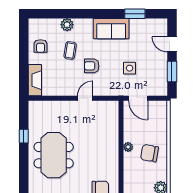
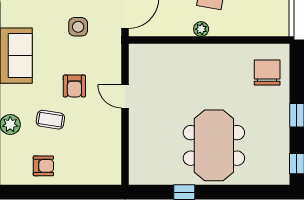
fireplace: (35, 80) -> (97, 175), removed
meeting table: (54, 155) -> (214, 145), turned 90

